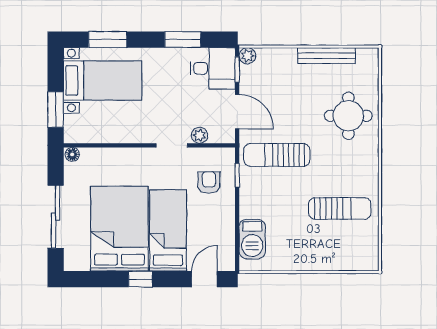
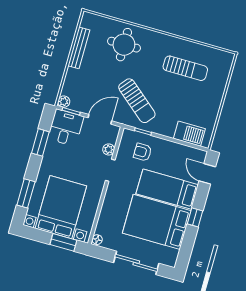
bed with nightstands: (103, 80) -> (61, 207), width x1.36
sun lounger: (277, 155) -> (137, 101), turned -50
sun lounger: (340, 208) -> (185, 68), turned 90

